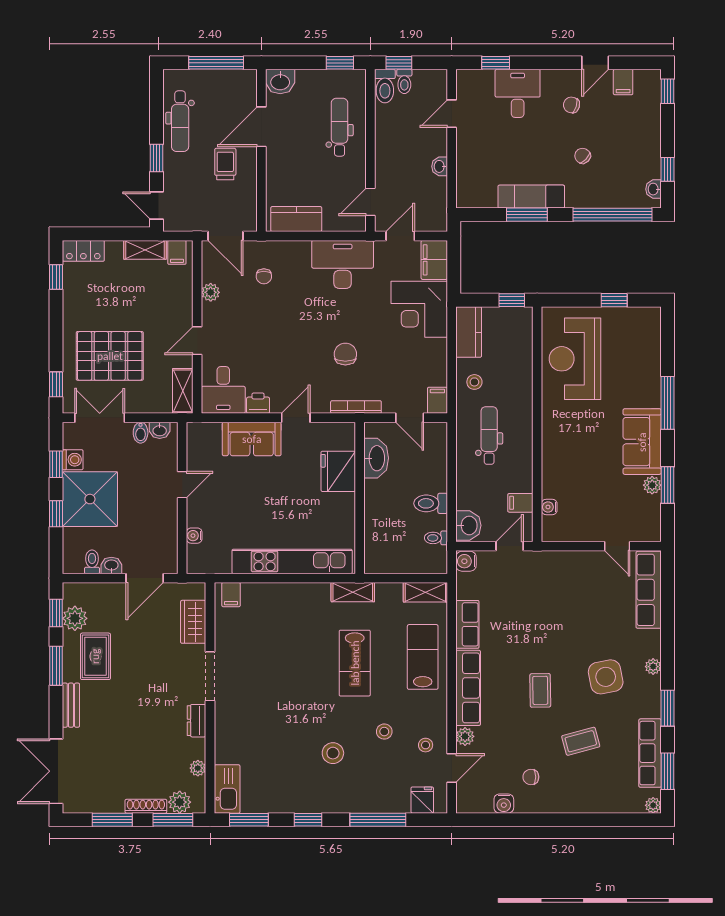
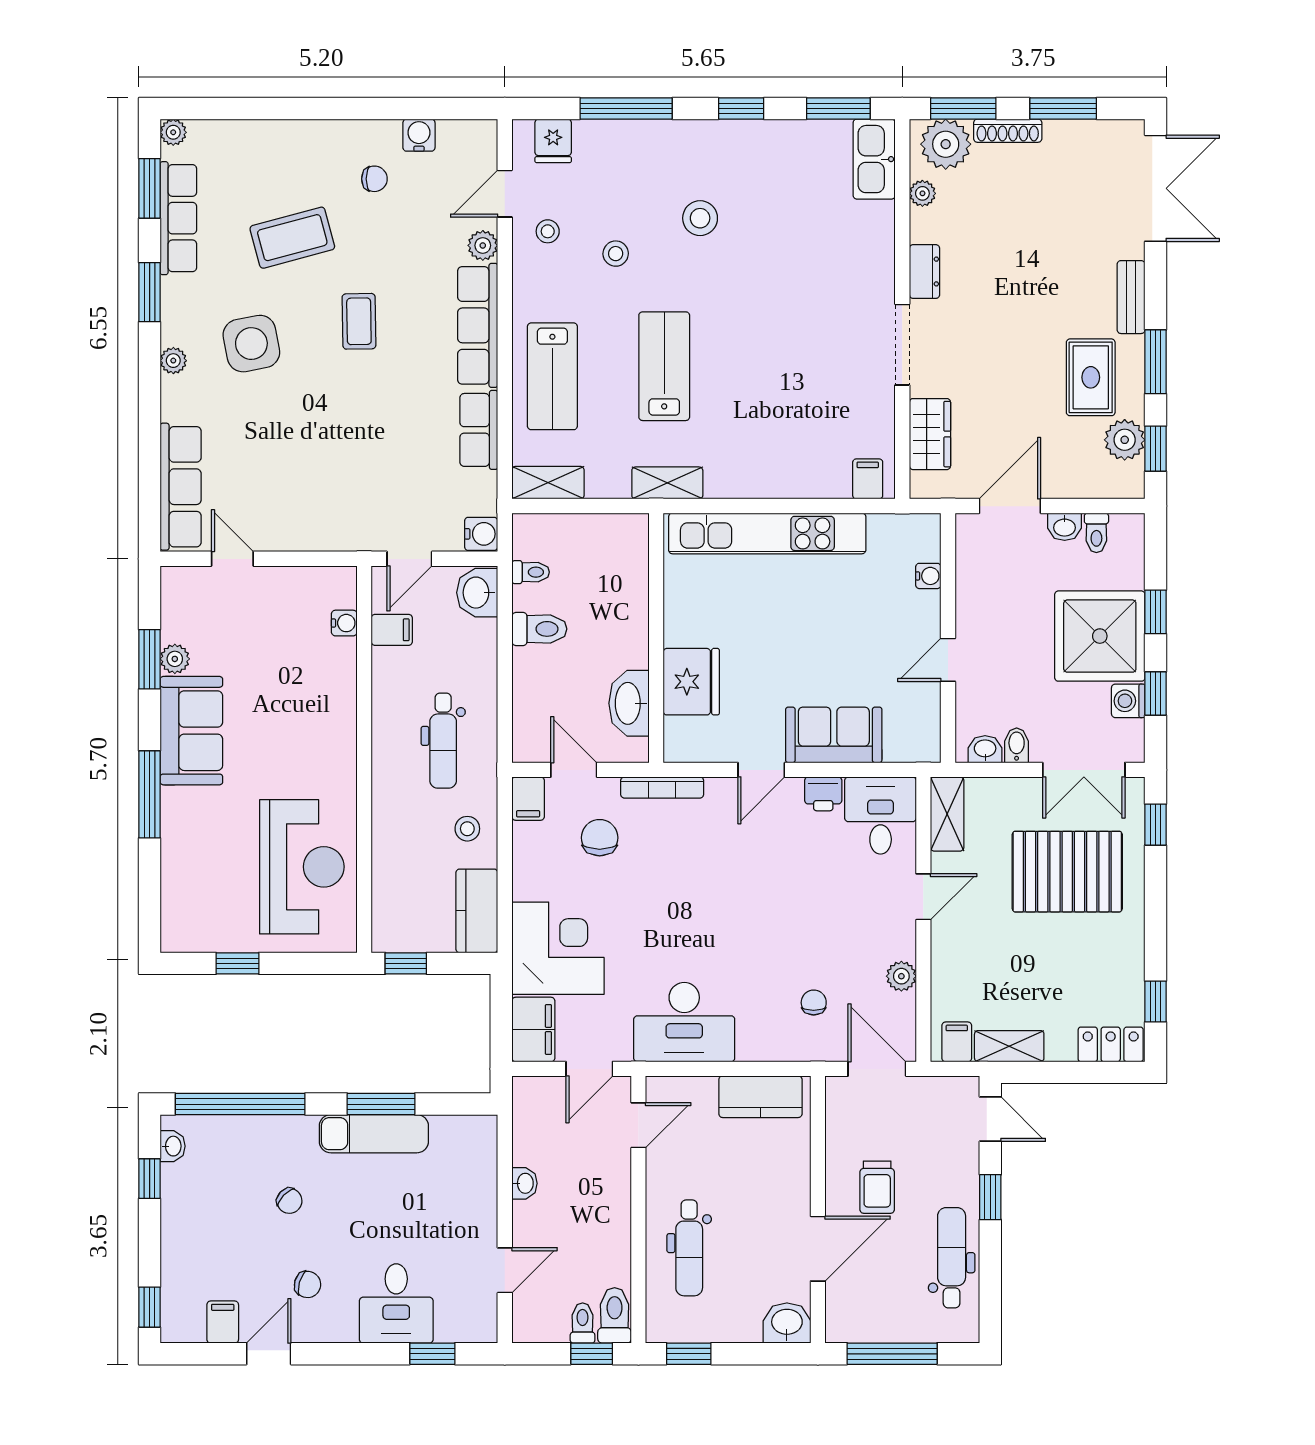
chair: (345, 354) -> (600, 838), moved, turned 180
coffee table: (581, 741) -> (292, 238), width x1.36, depth x1.30
plant: (180, 802) -> (946, 144), width x1.36, depth x1.36

